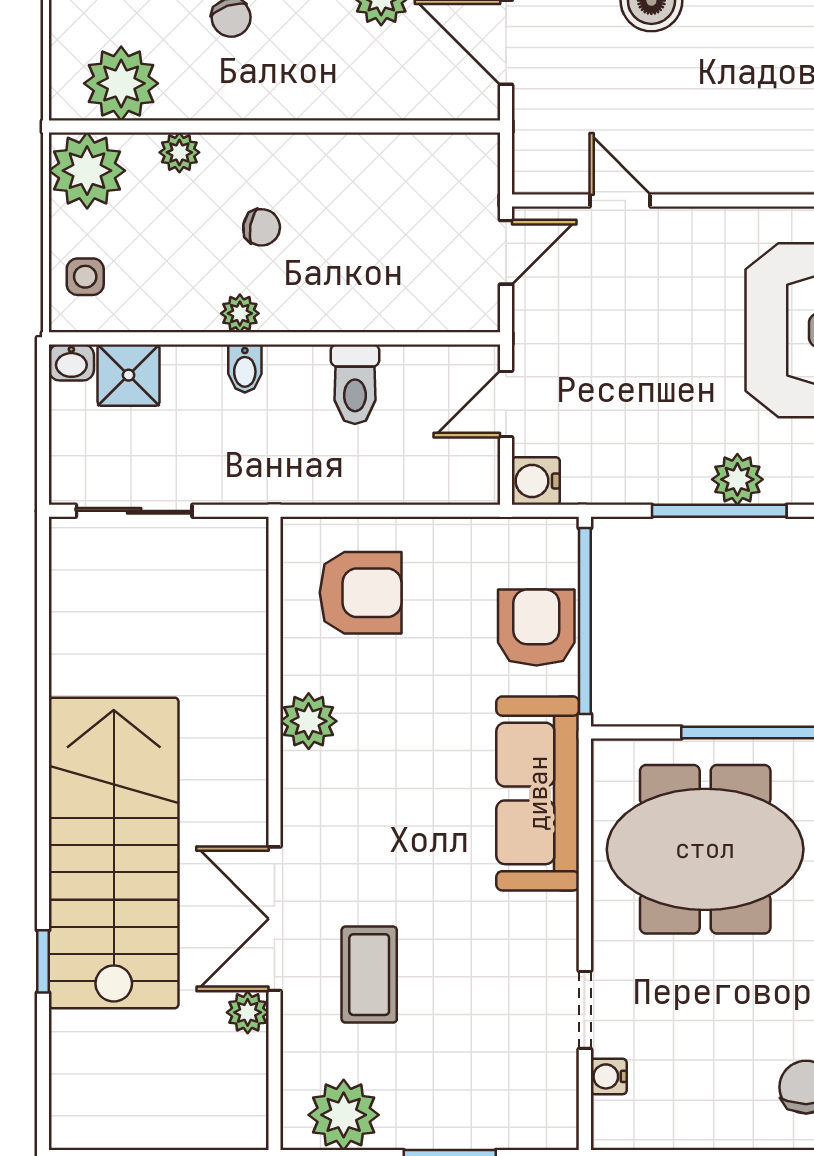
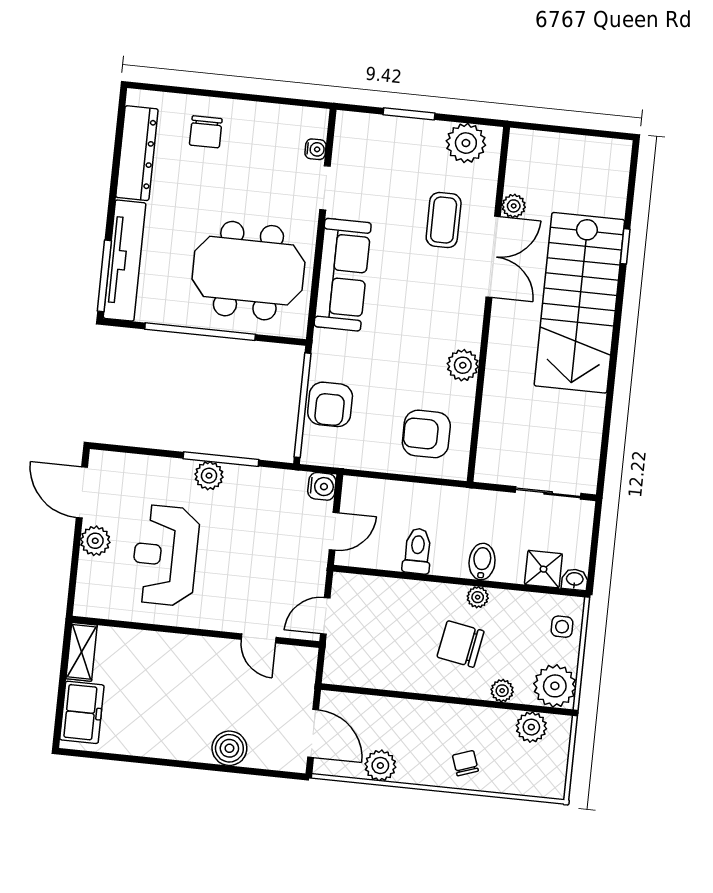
plant: (121, 83) -> (531, 727), width x0.73, depth x0.73
chair: (262, 227) -> (461, 644), width x1.87, depth x1.87
bidet: (245, 368) -> (482, 562), width x1.38, depth x1.36
sofa: (538, 793) -> (343, 275), moved

